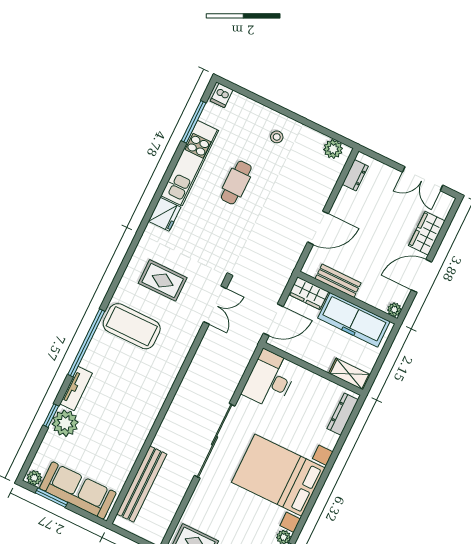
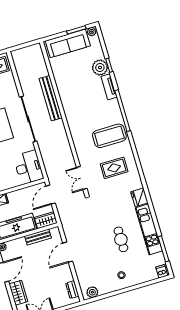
bench: (142, 484) -> (51, 98), moved

